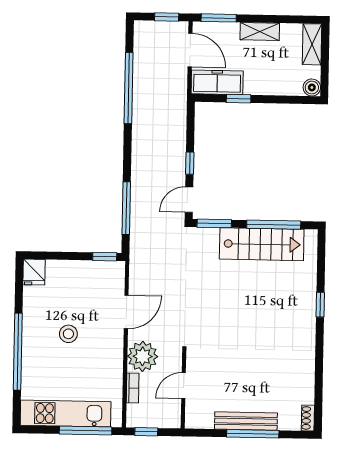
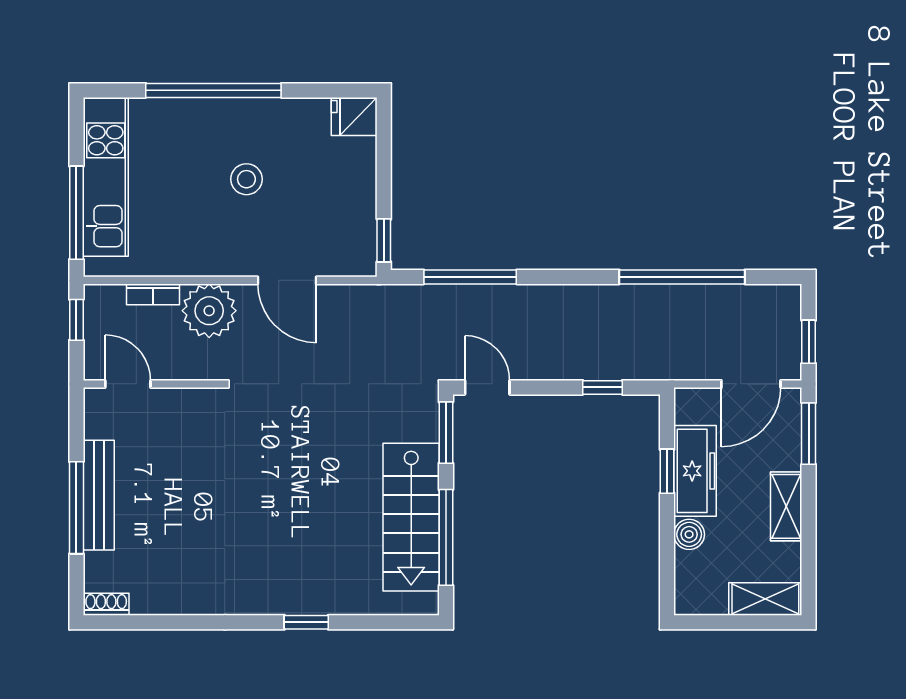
freezer: (217, 82) -> (695, 471), moved
boiler: (312, 87) -> (689, 534), moved
window: (190, 163) -> (602, 387), moved
door: (184, 386) -> (128, 384), moved

